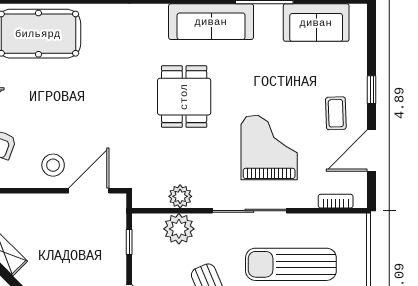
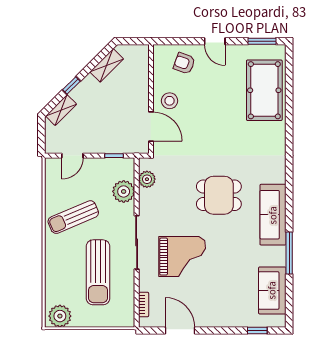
window: (372, 90) -> (257, 330), moved
coffee table: (336, 113) -> (207, 305), removed
plant: (180, 196) -> (147, 179), moved
sun lounger: (291, 264) -> (98, 272), turned 180

